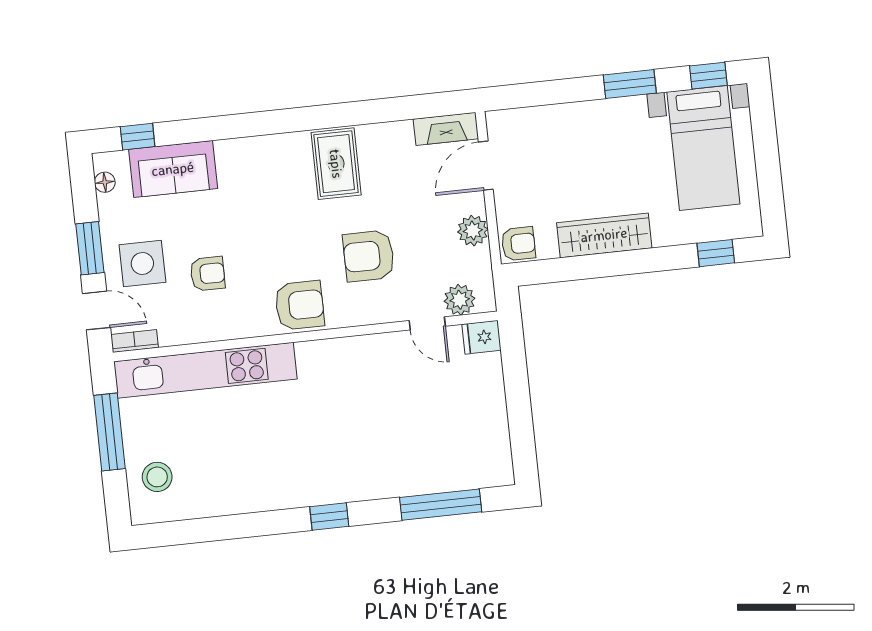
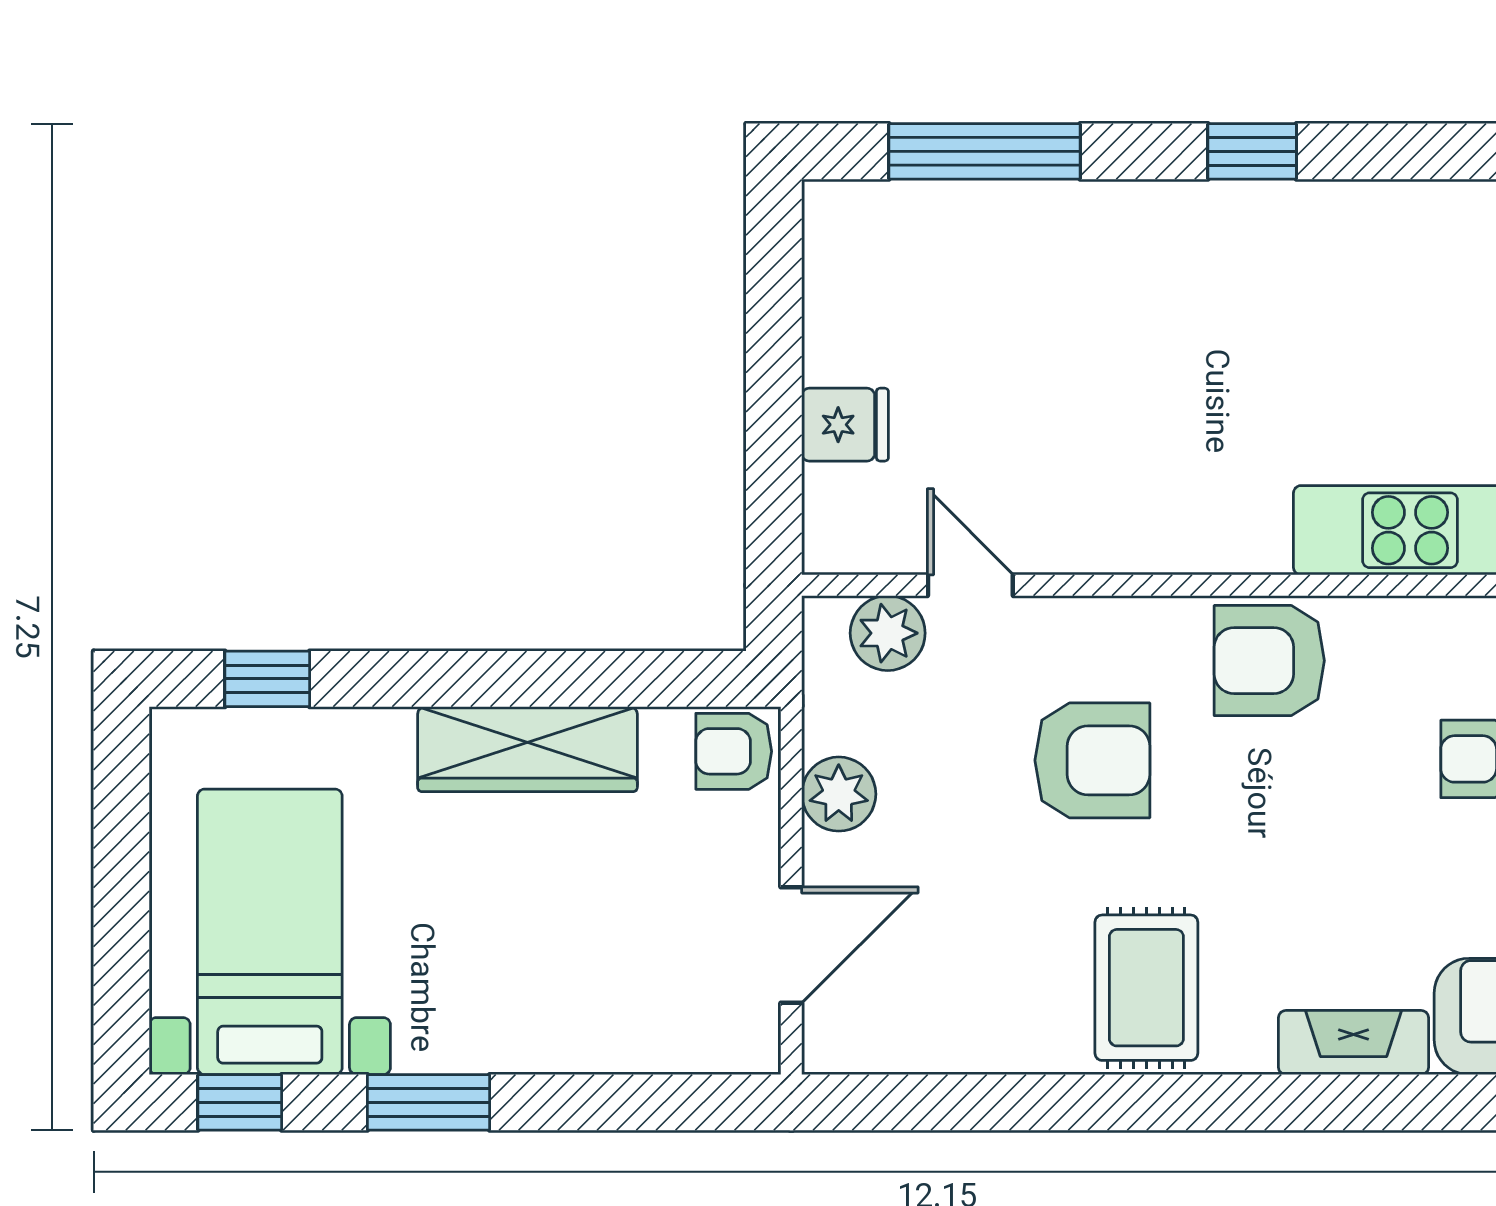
fireplace: (446, 129) -> (1354, 1043), moved
fridge: (481, 337) -> (845, 425), moved

